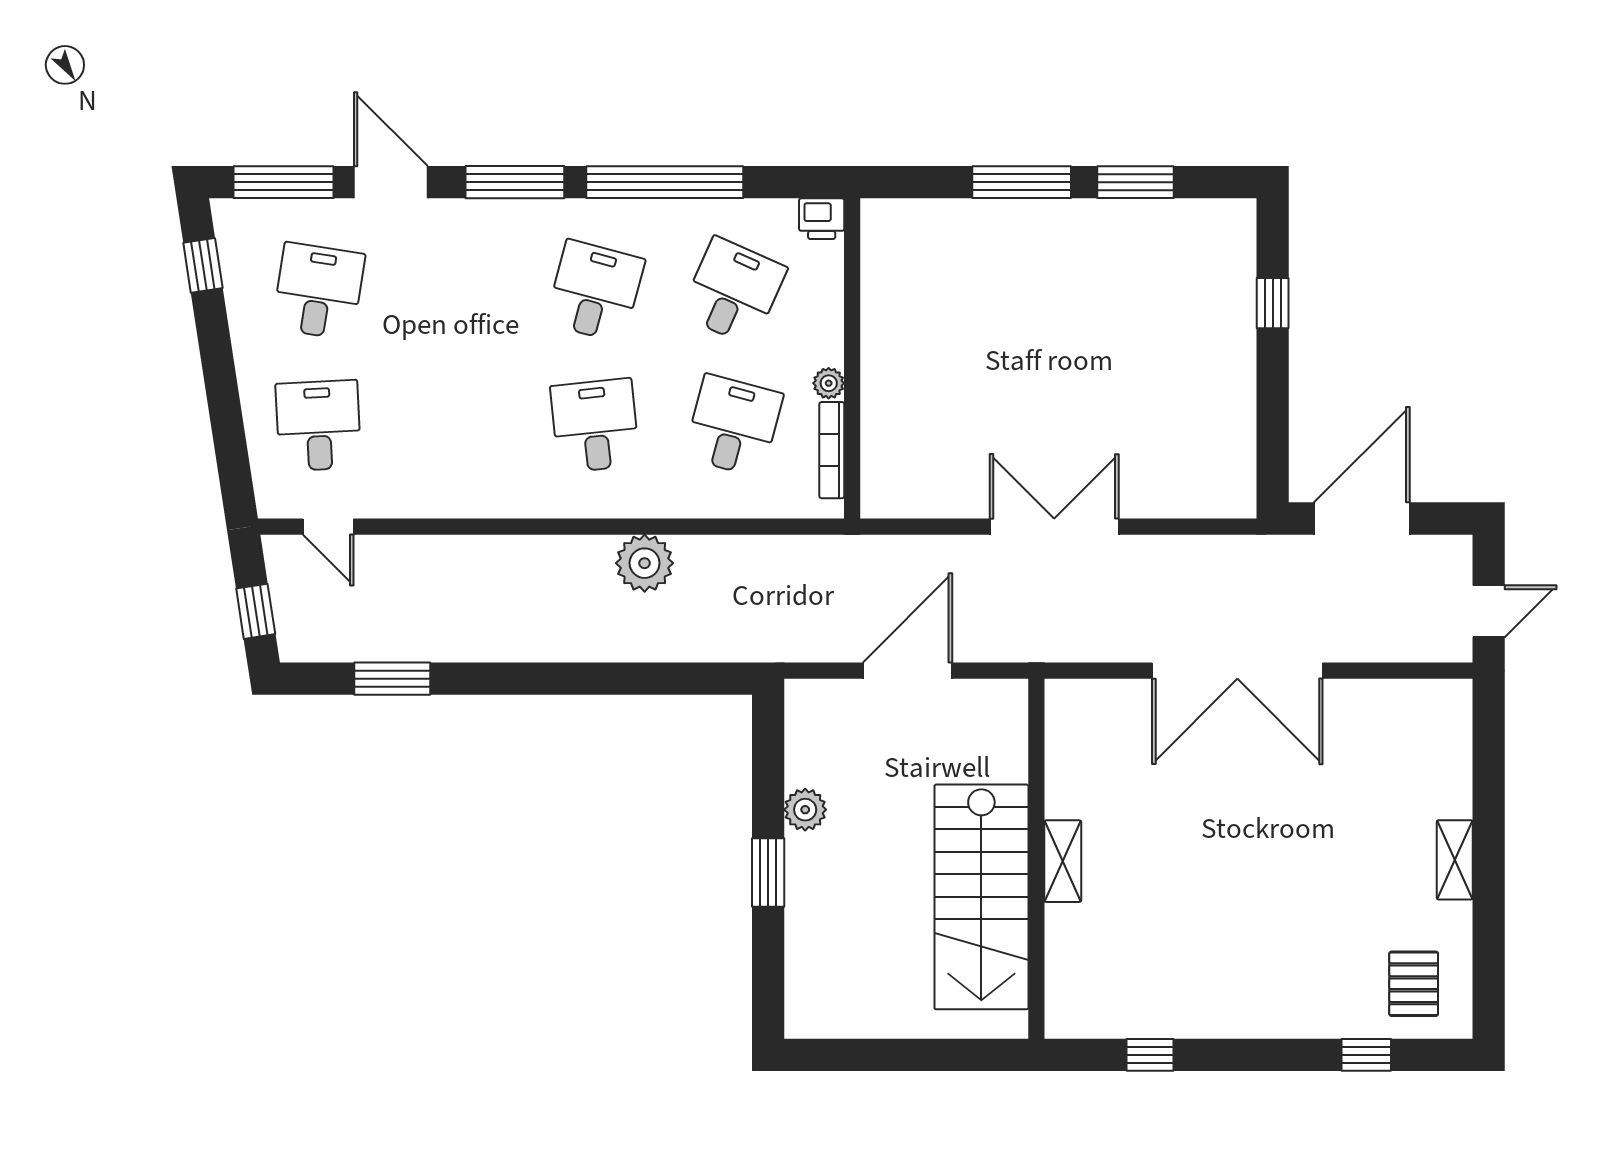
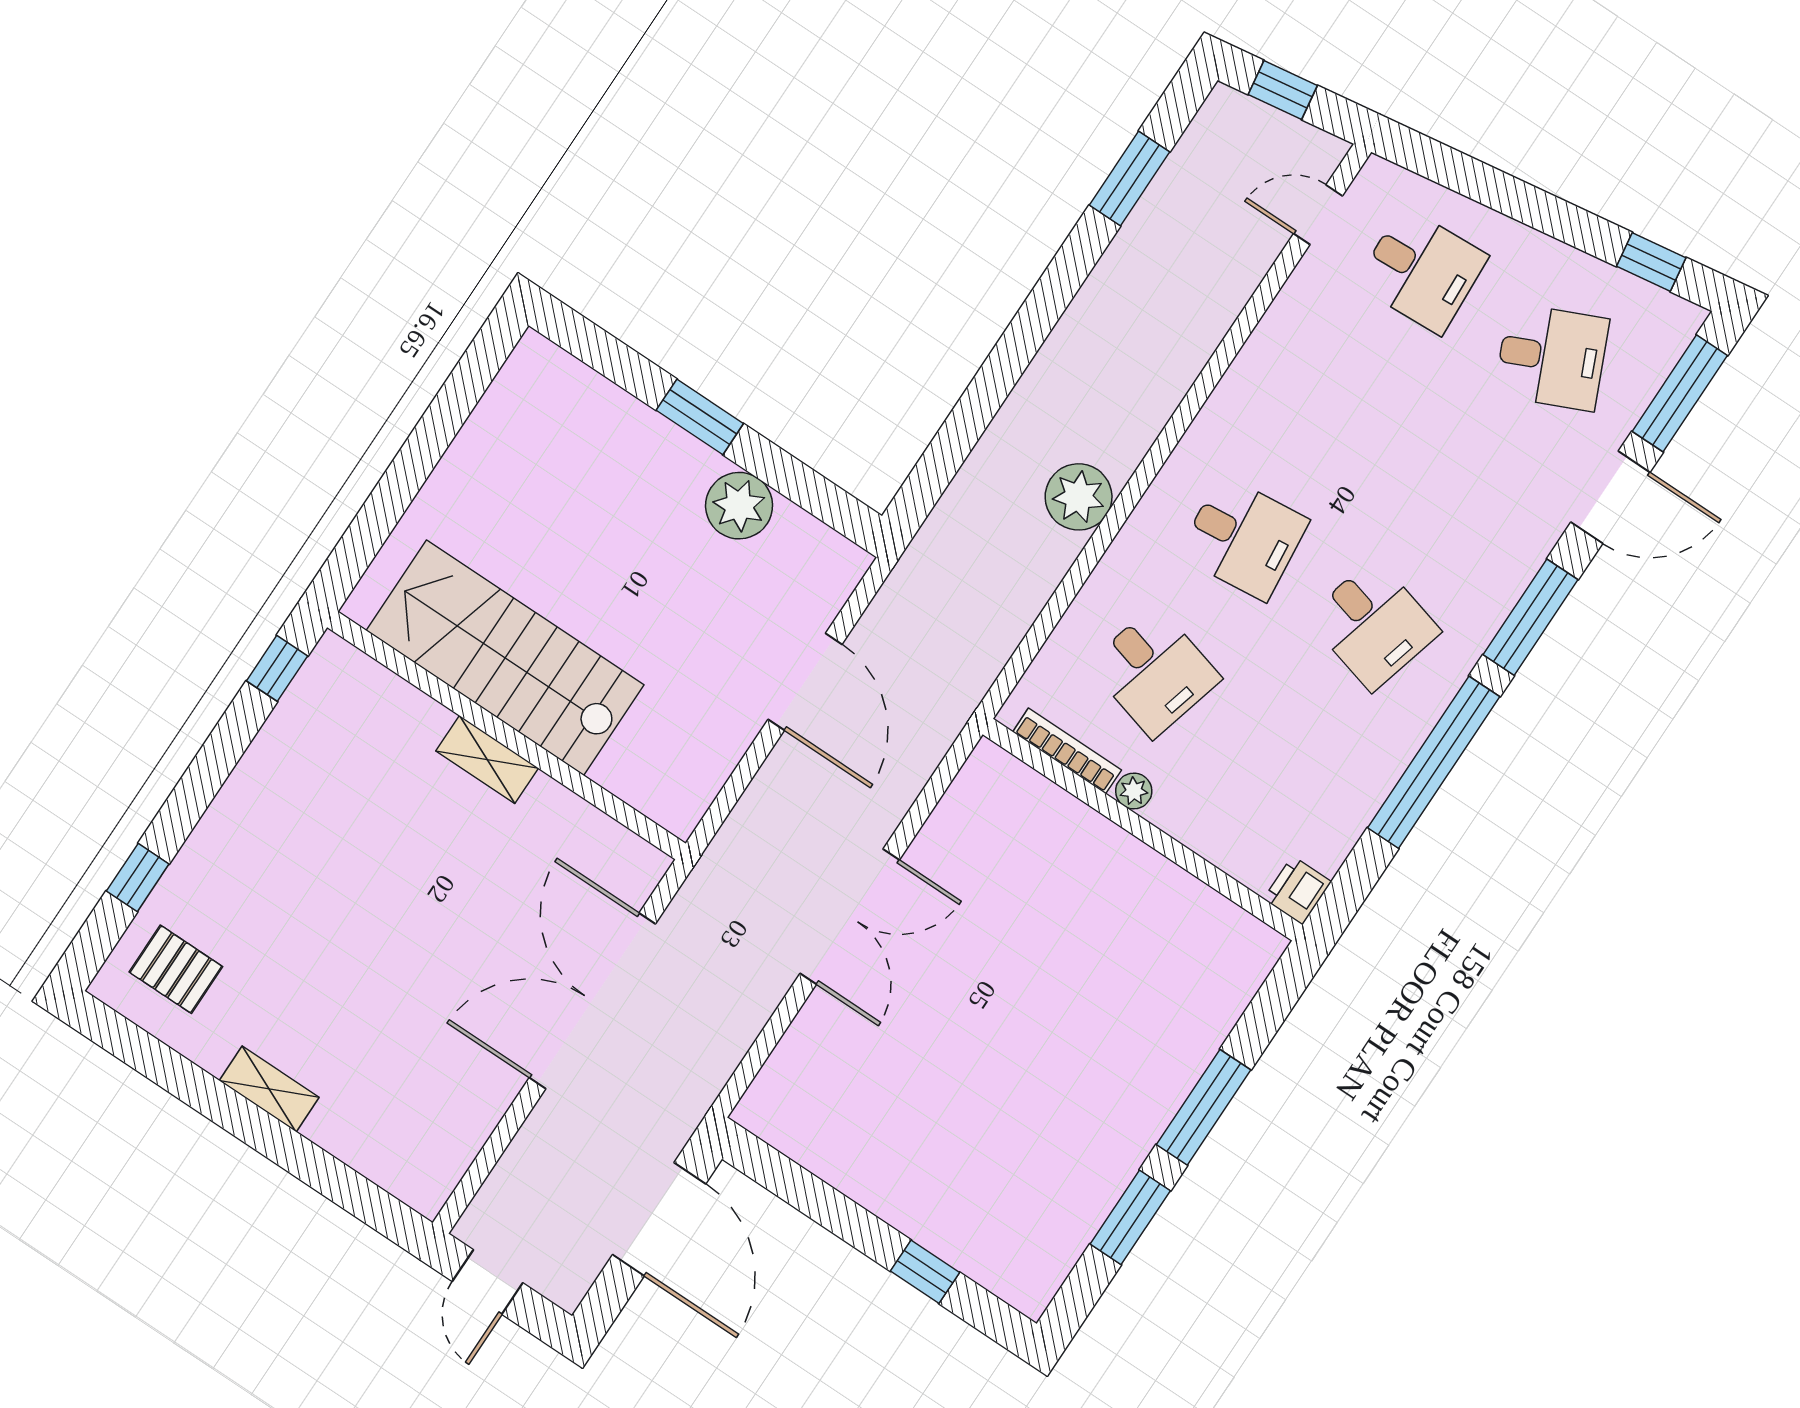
desk: (318, 291) -> (1552, 357), turned -33
desk: (733, 291) -> (1284, 758), removed
plant: (805, 810) -> (739, 506), width x1.36, depth x1.36
wall: (1036, 859) -> (506, 735), moved
shelving: (1063, 861) -> (487, 759), moved
stairs: (981, 897) -> (505, 658), moved

